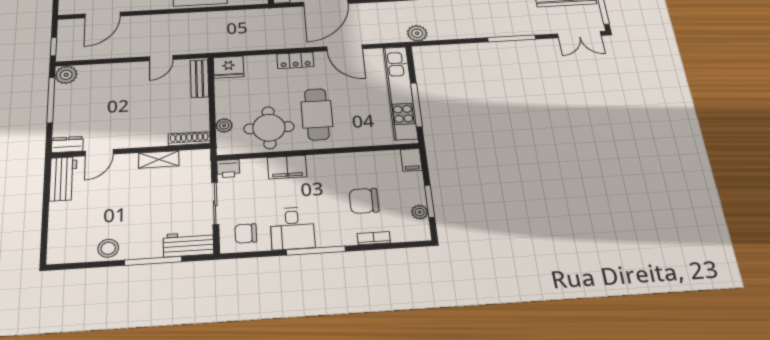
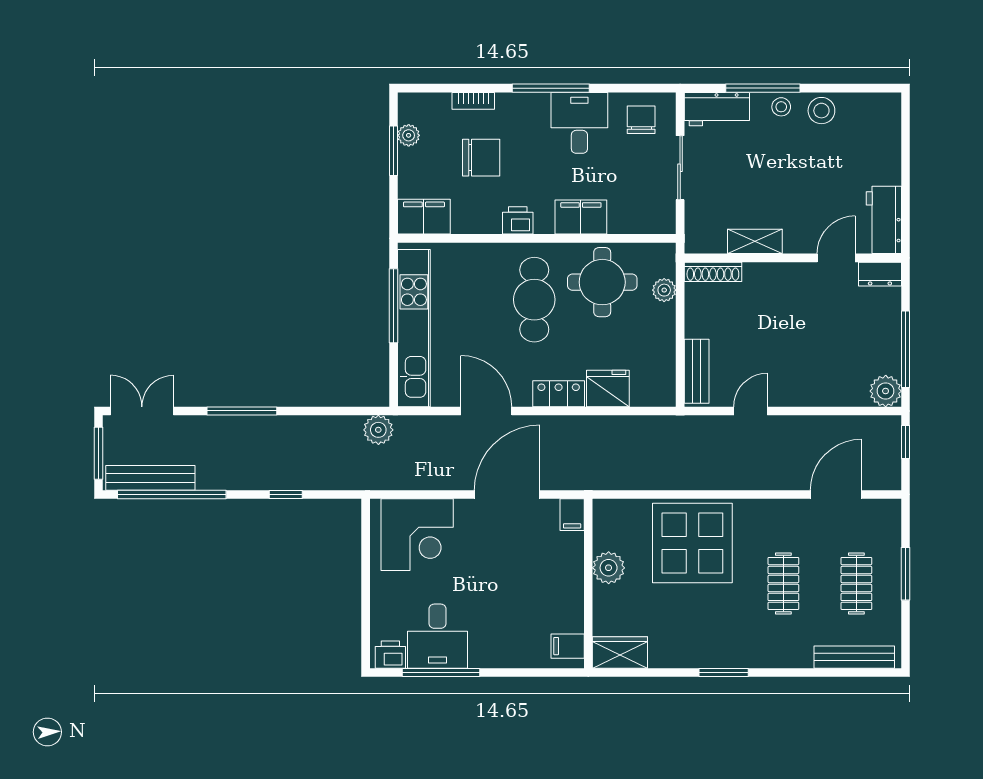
fridge: (229, 67) -> (608, 388), moved
filing cabinet: (411, 160) -> (424, 217), width x2.00
printer: (228, 168) -> (518, 220), moved
chair: (246, 233) -> (641, 120), turned -90
stool: (139, 249) -> (781, 107), added

